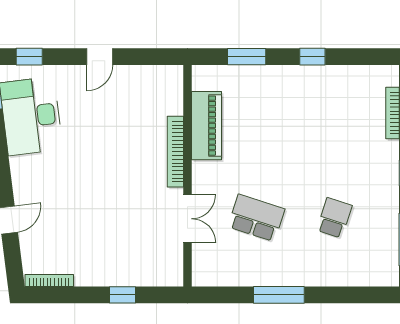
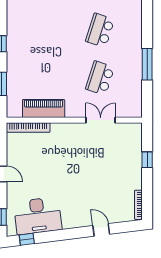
bookcase: (175, 152) -> (28, 128), moved
school desk: (334, 218) -> (100, 30), width x1.85

